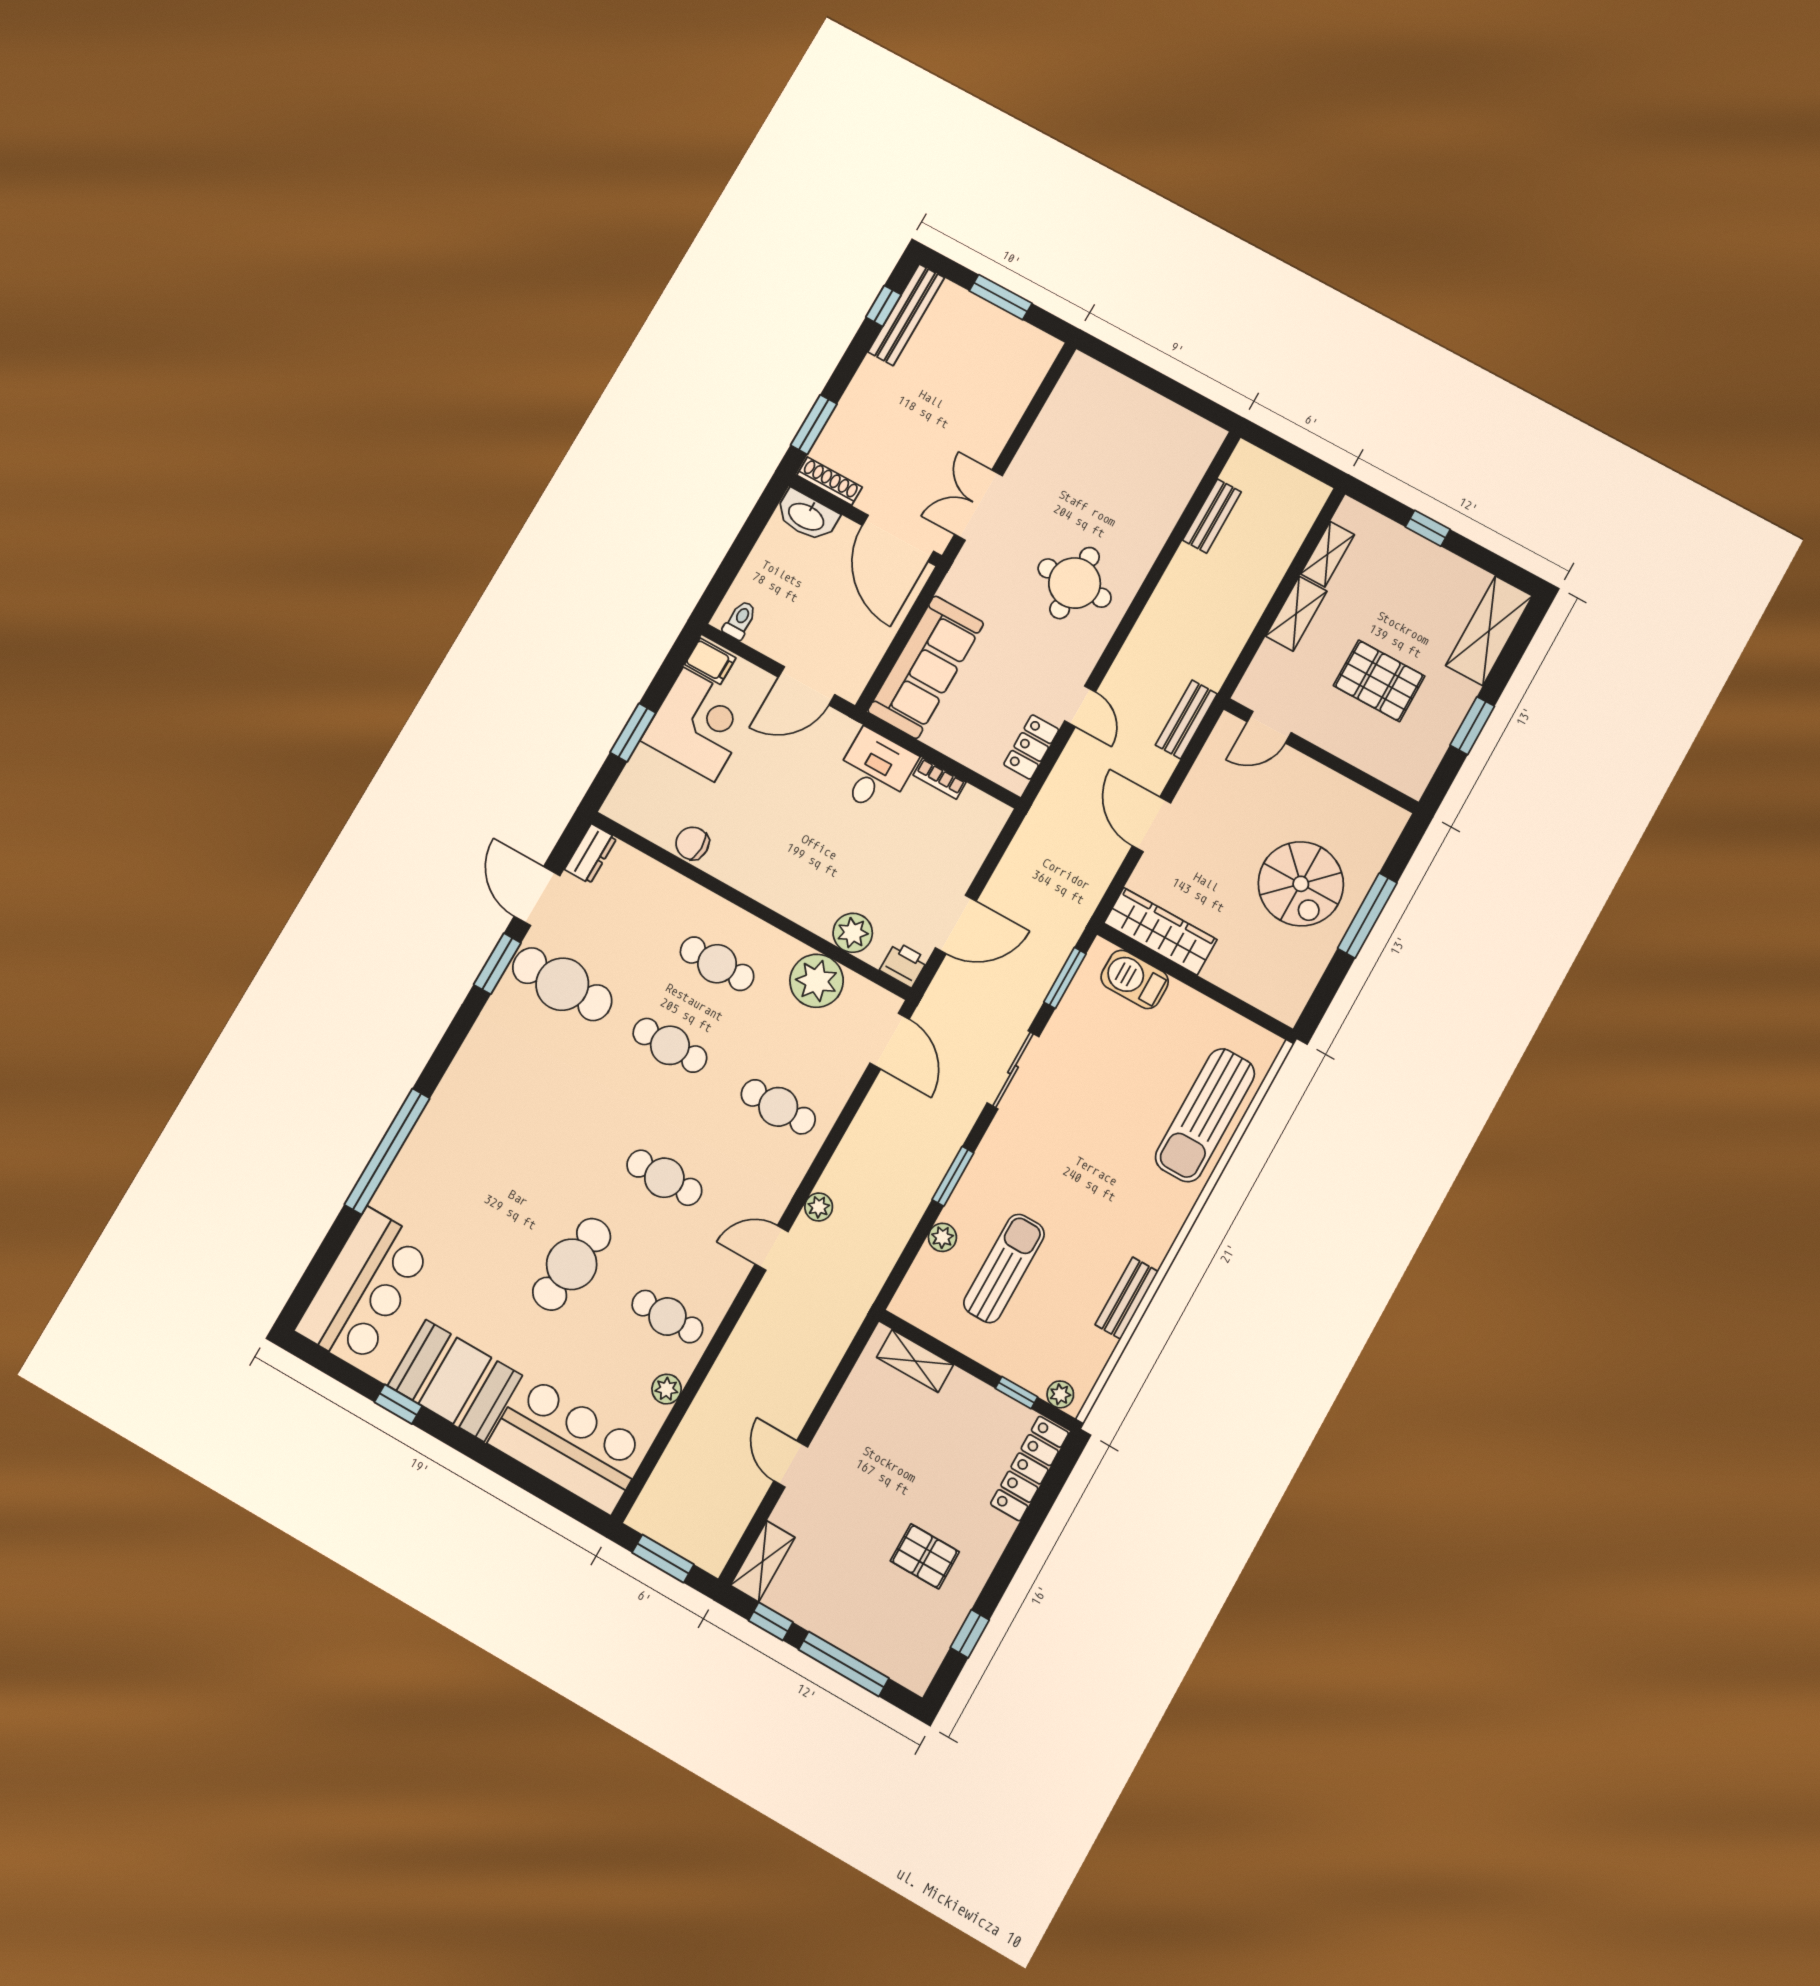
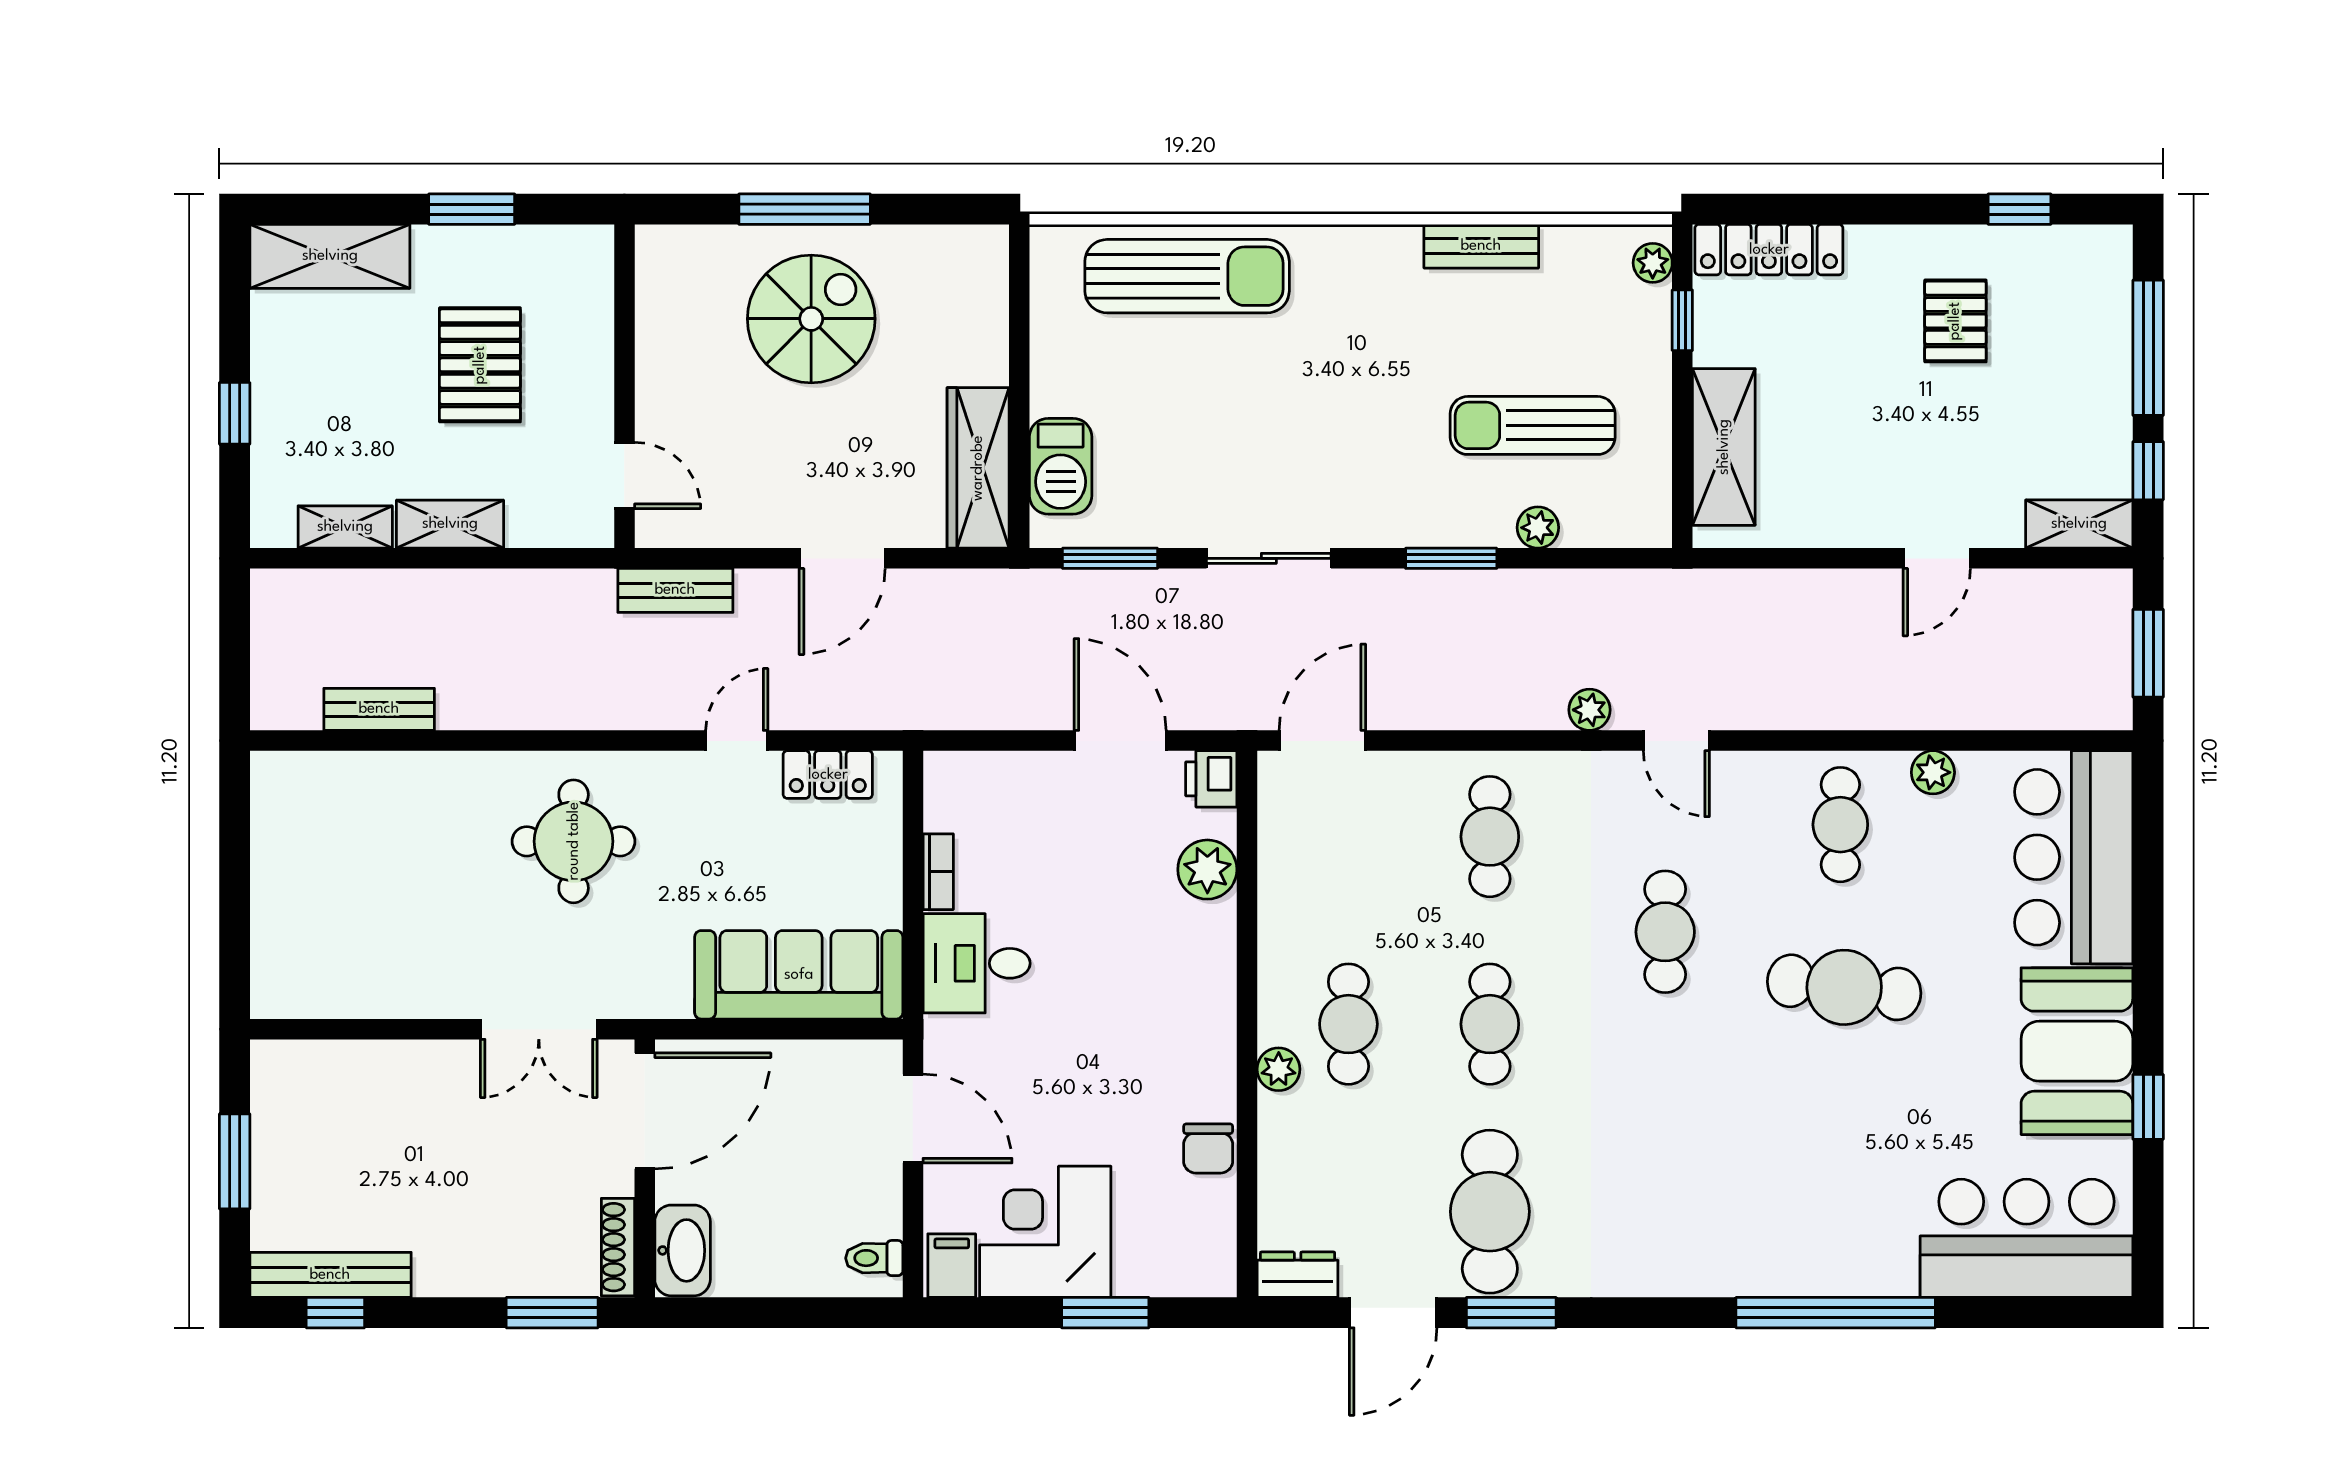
plant: (817, 981) -> (1279, 1069), moved, width x0.53, depth x0.53
shelving: (915, 1361) -> (1724, 447), width x1.50, depth x1.33

